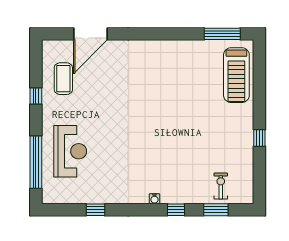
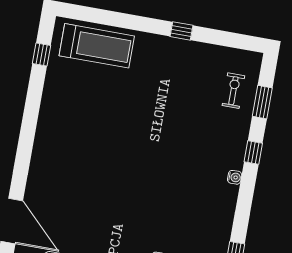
window: (222, 34) -> (42, 55), width x0.46
exercise bike: (221, 186) -> (233, 91), turned 90

